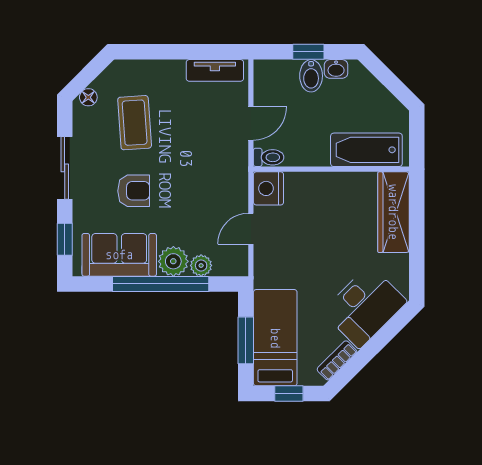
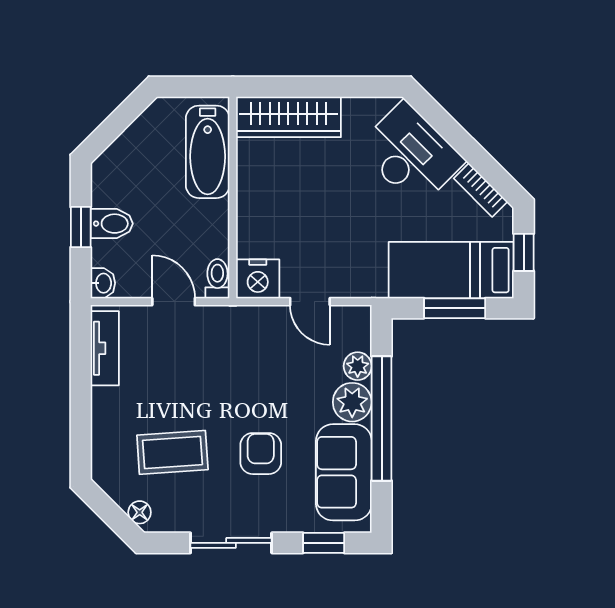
washbasin: (336, 69) -> (103, 283), moved

